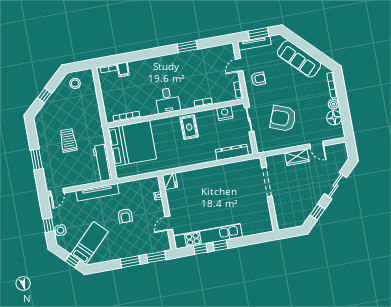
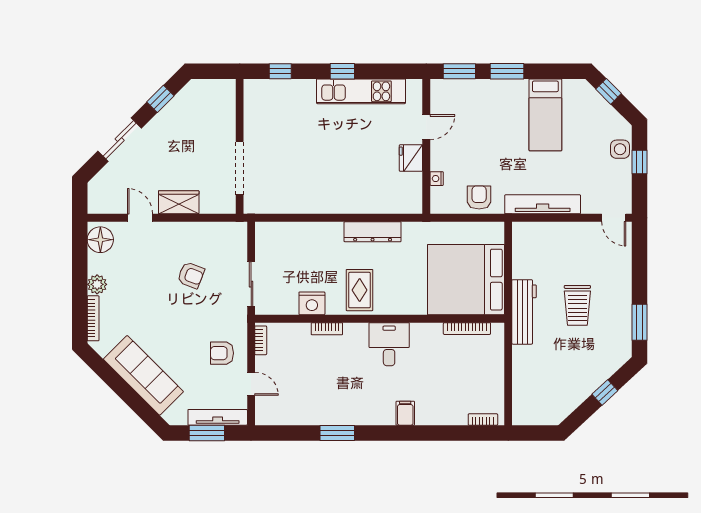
door: (239, 65) -> (251, 384), hinge flipped
filing cabinet: (123, 69) -> (405, 413), moved
stool: (75, 83) -> (547, 404), removed
nightstand: (225, 113) -> (312, 303), moved
armchair: (283, 118) -> (191, 275), width x0.53, depth x0.53
floor lamp: (334, 118) -> (100, 240), moved
dresser: (232, 152) -> (373, 232), moved
window: (37, 159) -> (640, 322), moved
workbench: (102, 163) -> (524, 312), moved
fridge: (170, 181) -> (411, 158), moved
door: (57, 192) -> (614, 218), swing flipped
armchair: (125, 216) -> (479, 198), moved
kitchen unit: (208, 236) -> (361, 91), width x0.73
bed: (90, 243) -> (545, 115), moved, turned -45
window: (200, 249) -> (280, 71), moved

